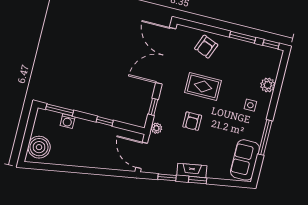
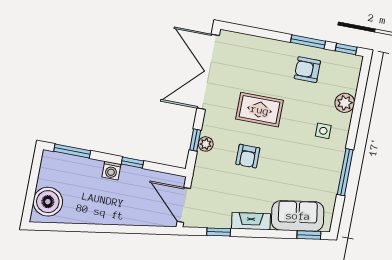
armchair: (206, 47) -> (307, 70), moved, turned 68
washing machine: (68, 121) -> (111, 171), moved
plant: (156, 128) -> (206, 144), moved
sofa: (245, 160) -> (298, 216), moved, turned 81
window: (198, 180) -> (309, 235), moved

